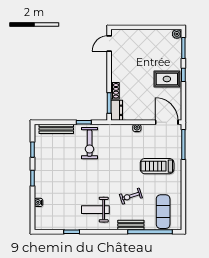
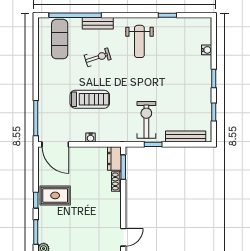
treadmill: (157, 166) -> (90, 99), moved
weight bench: (95, 210) -> (139, 41), turned 90

